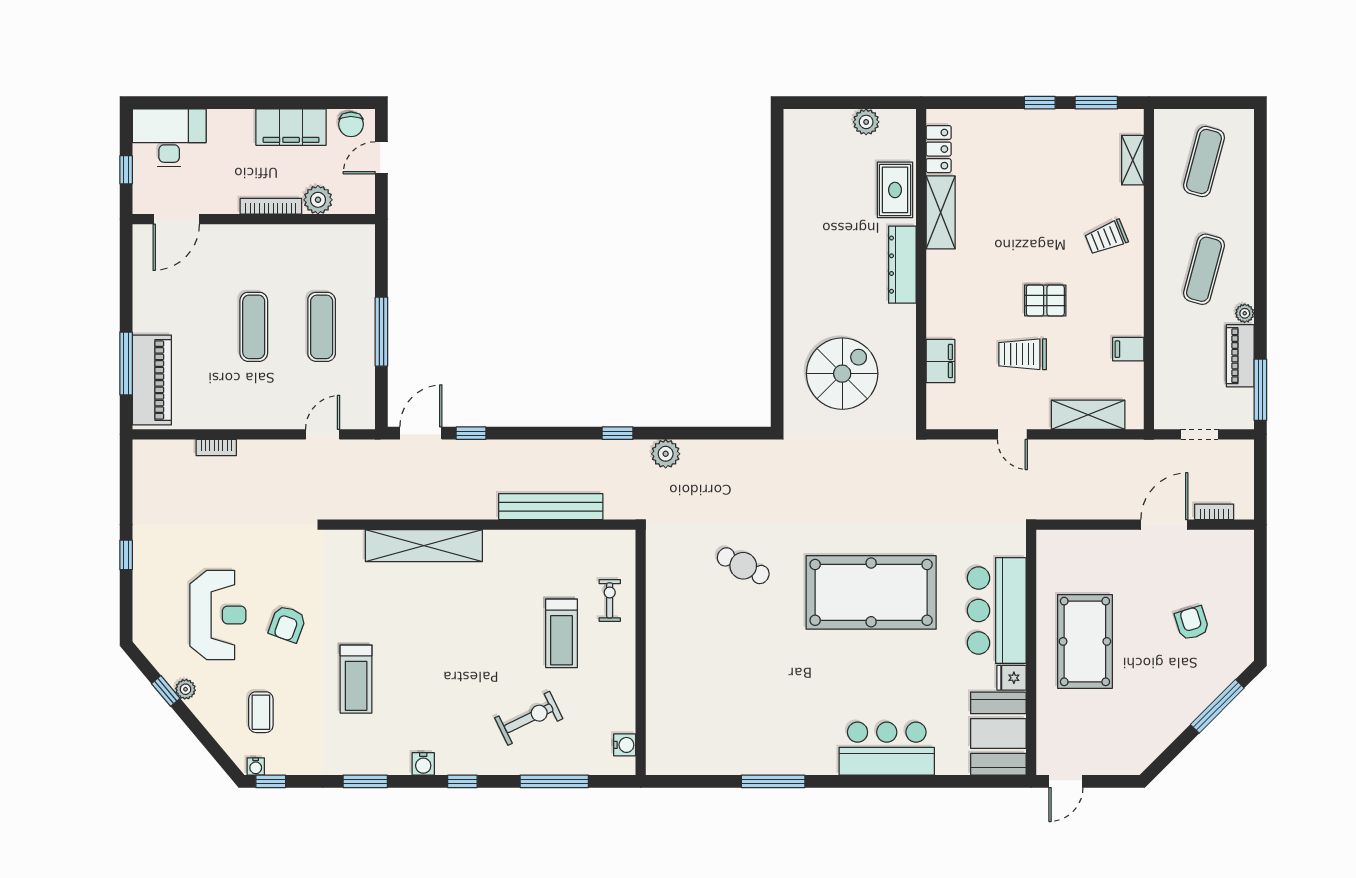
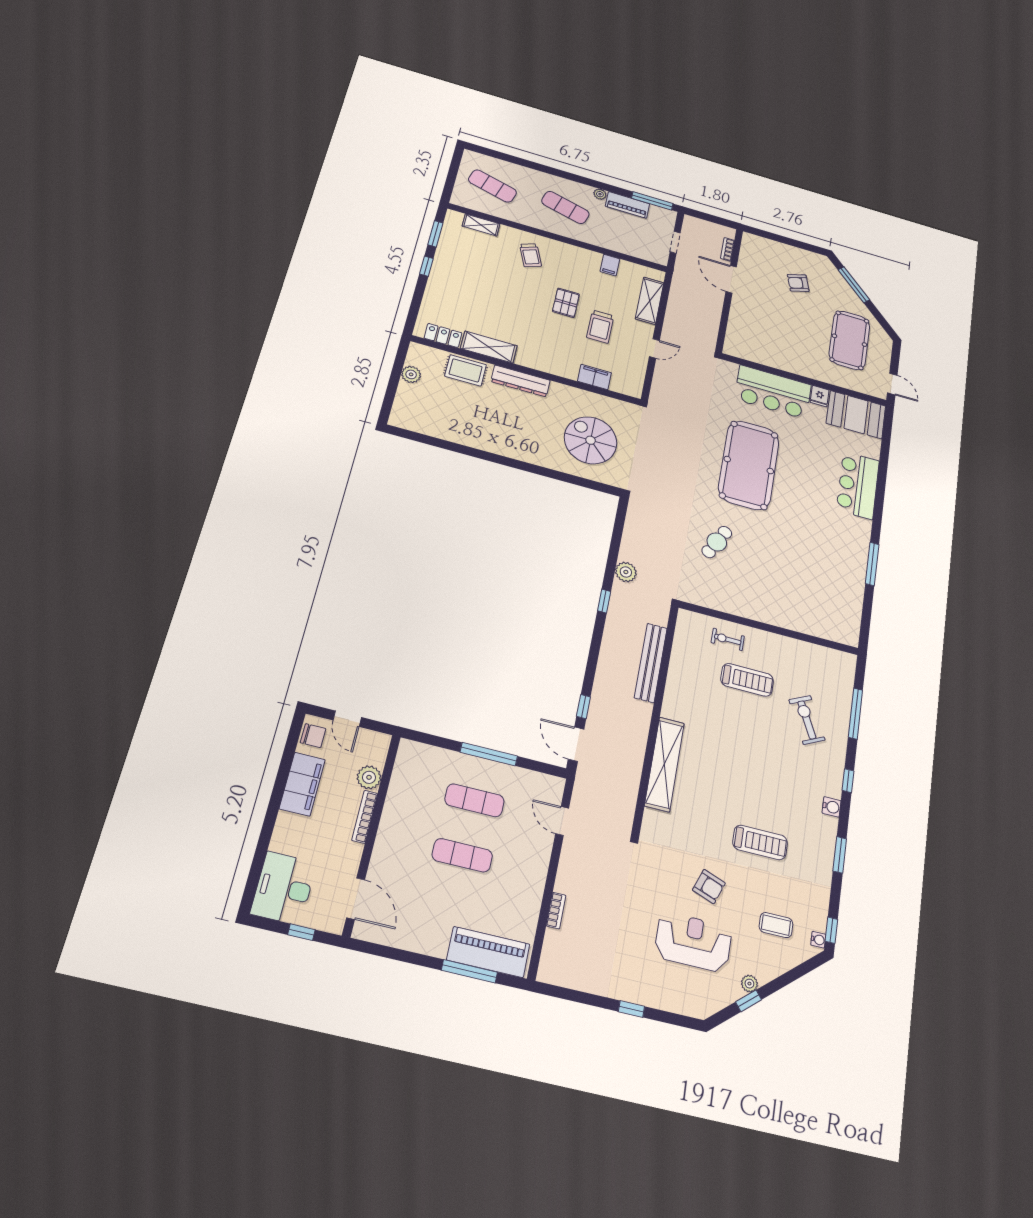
pool table: (1085, 641) -> (849, 340), moved, turned 90
water cooler: (625, 745) -> (835, 657), removed

